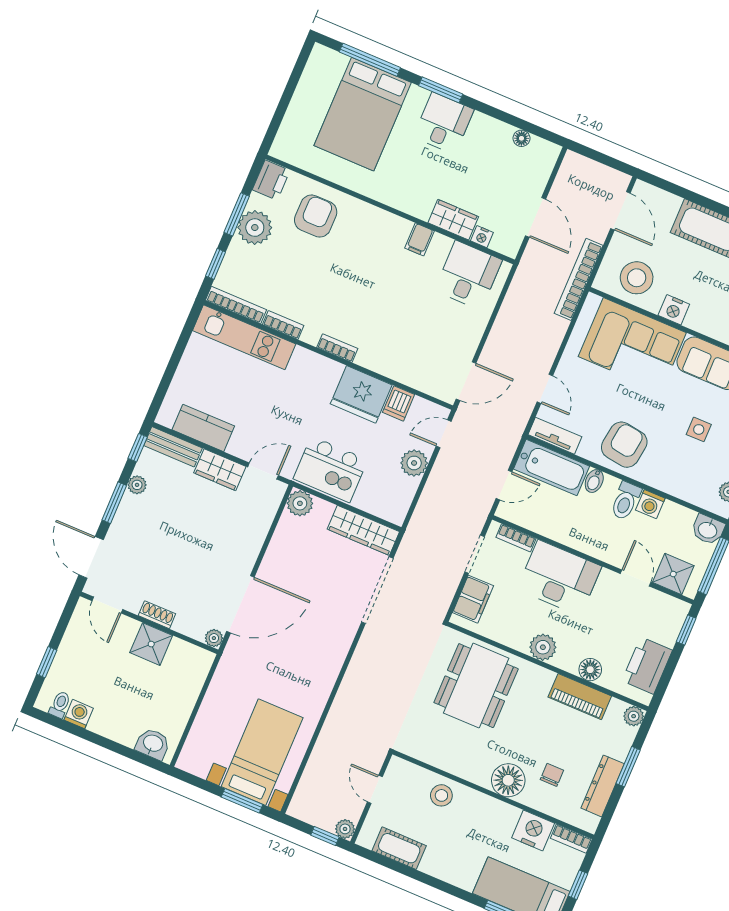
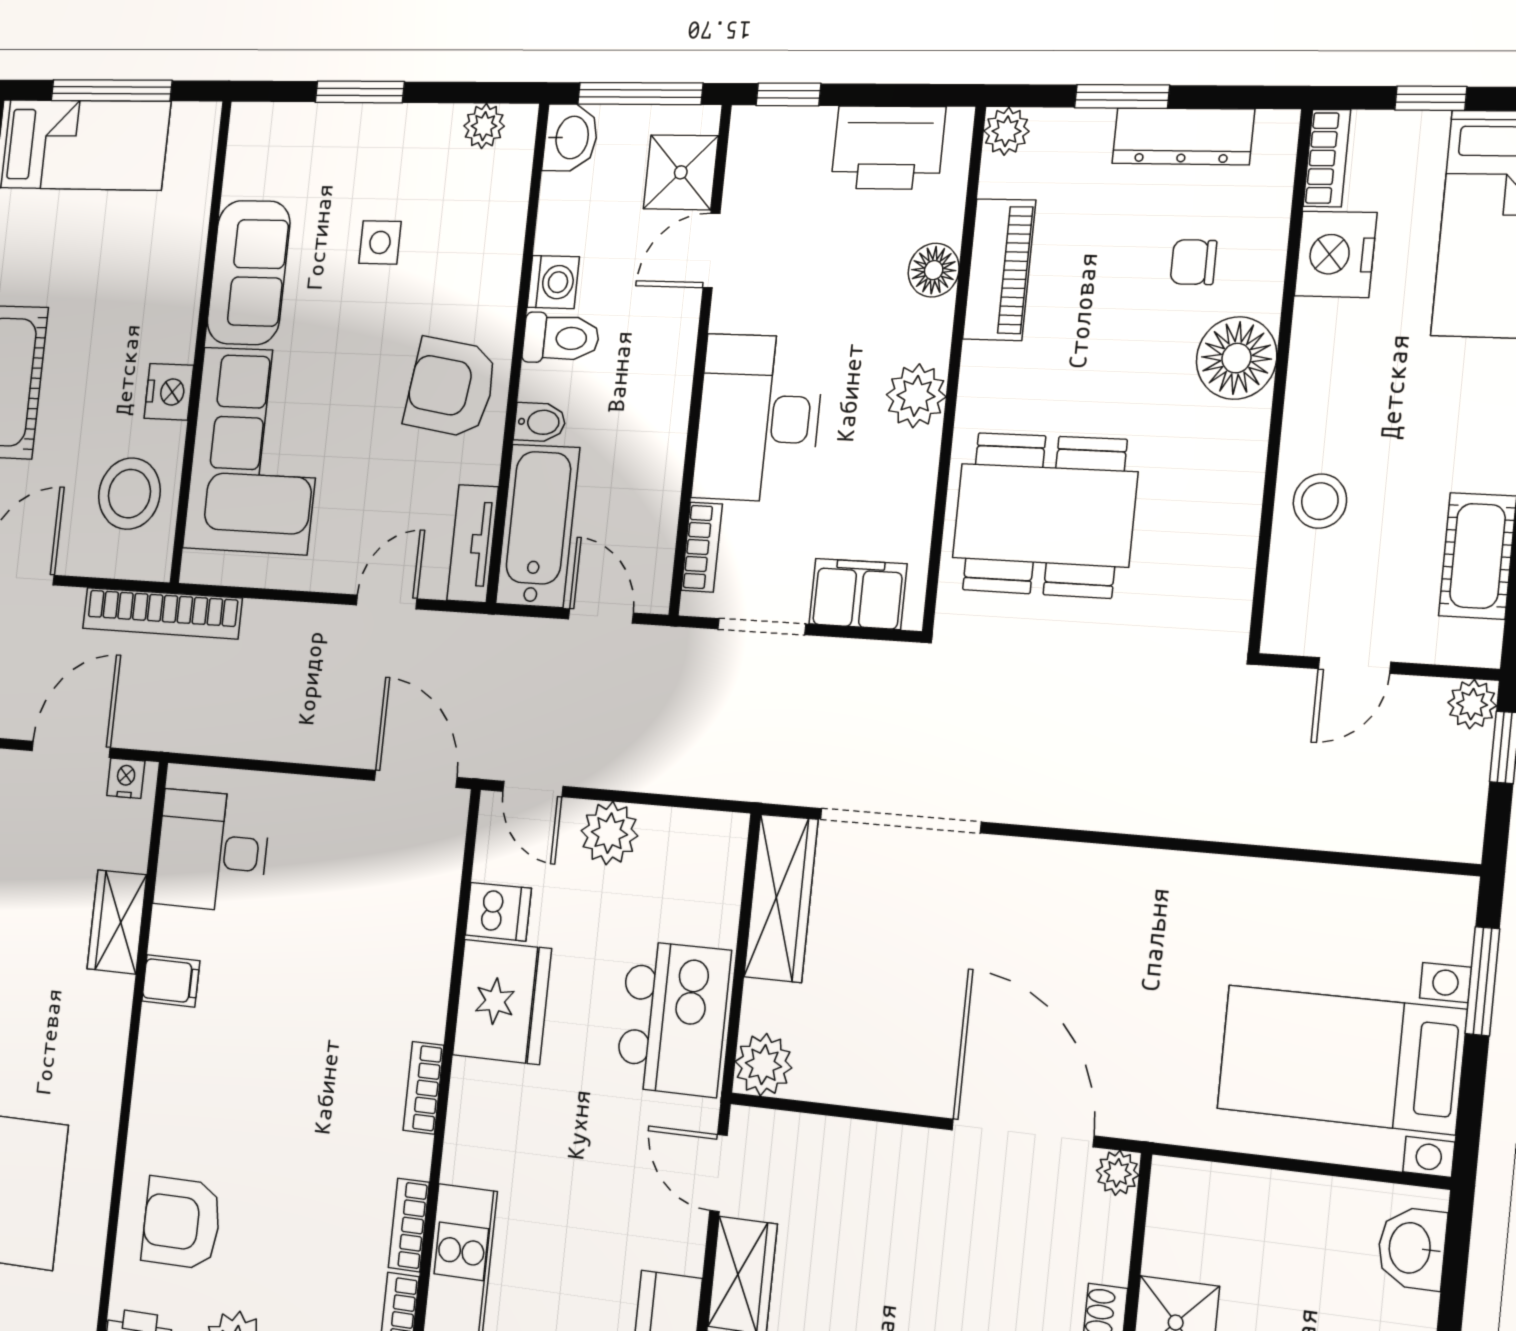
nightstand: (482, 237) -> (126, 778), moved, turned -90
bed with nightstands: (262, 752) -> (1341, 1059), moved

